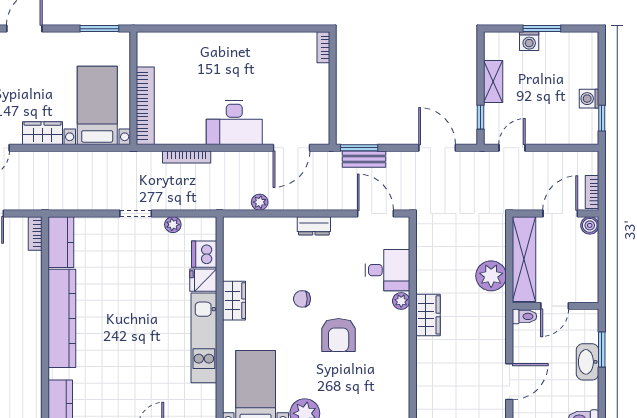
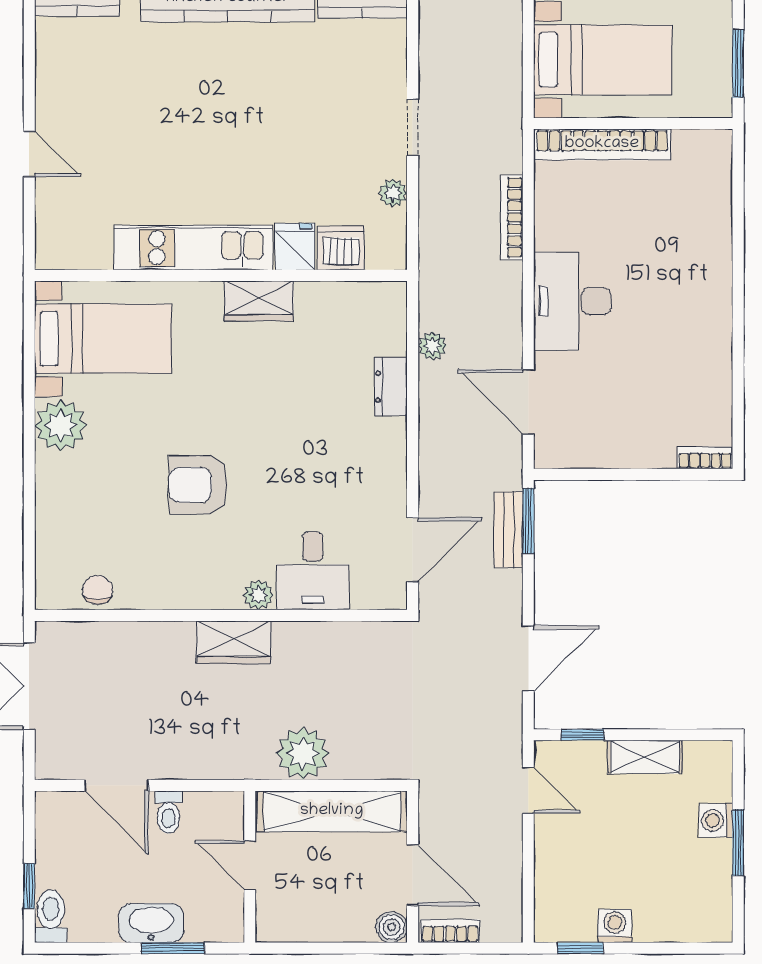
dresser: (314, 226) -> (391, 387), moved
chair: (302, 299) -> (97, 590), moved
toilet: (525, 316) -> (168, 812), moved

